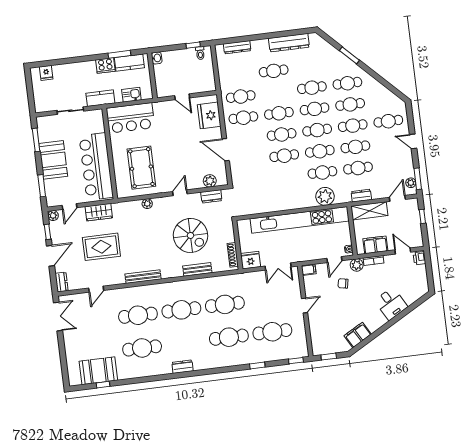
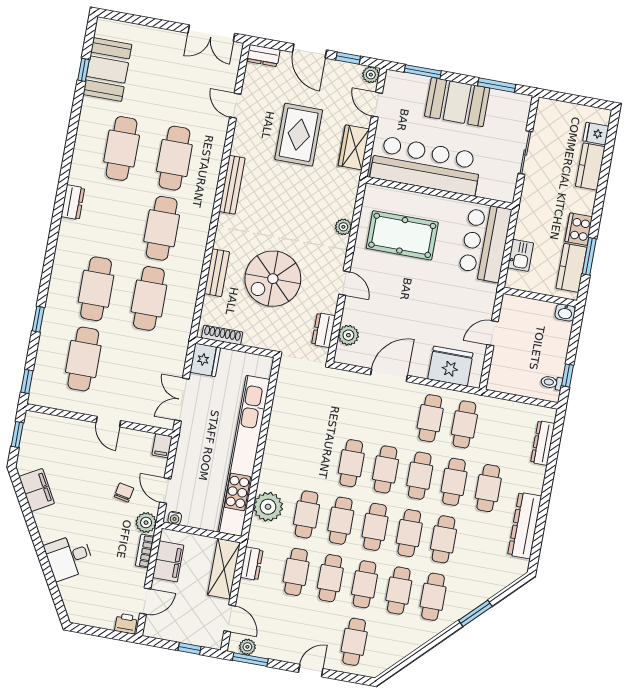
cafe table: (276, 92) -> (454, 482), added
kitchen counter: (100, 98) -> (590, 167), moved, turned 180

